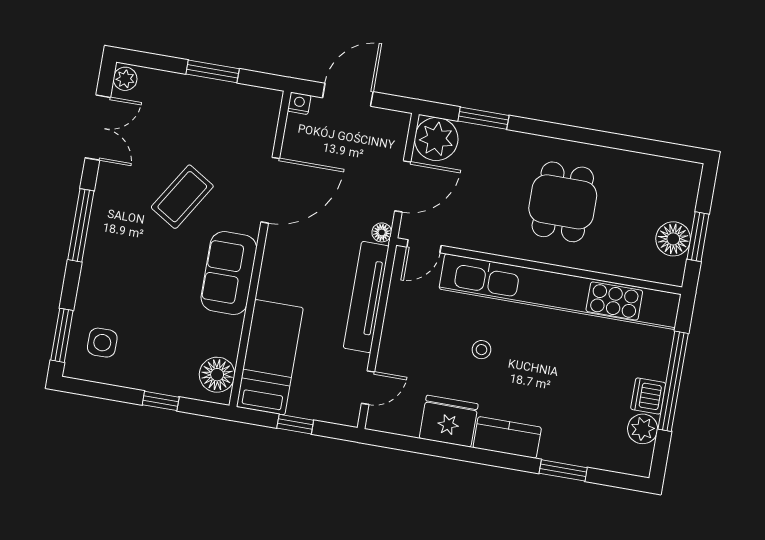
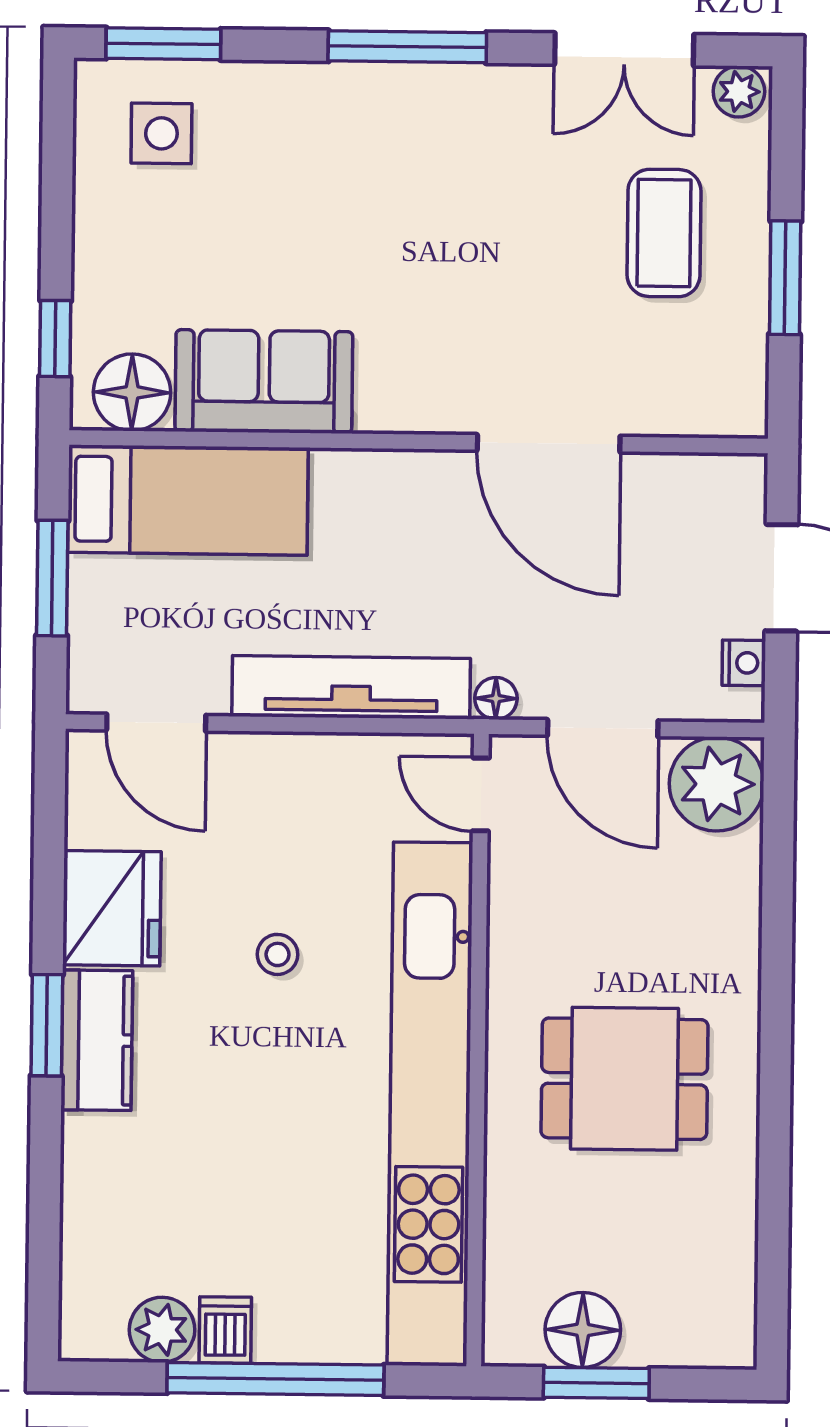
nightstand: (299, 103) -> (744, 663), moved
window: (483, 118) -> (778, 879), removed
coffee table: (182, 197) -> (664, 233), moved, turned 58
sofa: (229, 273) -> (264, 382), moved
door: (368, 388) -> (156, 723), width x1.38
dishwasher: (648, 396) -> (225, 1330), width x0.73
window: (161, 401) -> (55, 339), moved
window: (295, 424) -> (52, 578), width x1.50
window: (563, 470) -> (47, 1025), moved

